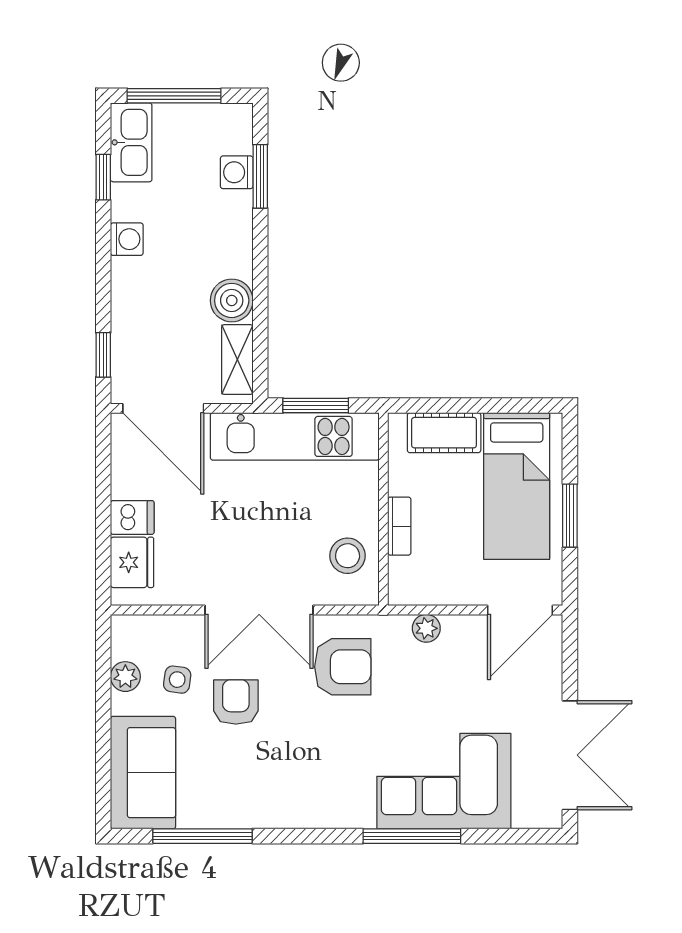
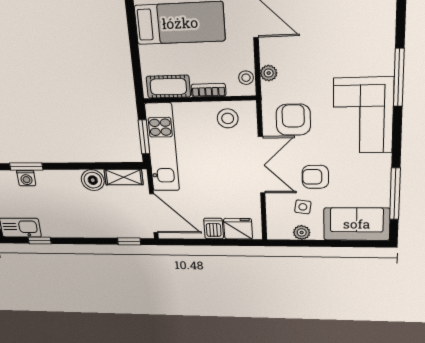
washing machine: (127, 239) -> (69, 230), removed
door: (163, 408) -> (154, 213), hinge flipped
cot: (444, 433) -> (168, 87), moved, turned 90
stool: (420, 591) -> (246, 78), added
corner sofa: (444, 781) -> (363, 116), moved

